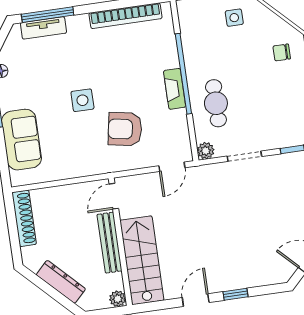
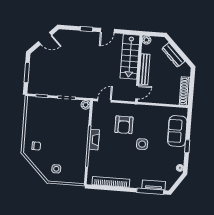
cafe table: (216, 103) -> (75, 128), removed
armchair: (125, 129) -> (124, 125), turned 80

